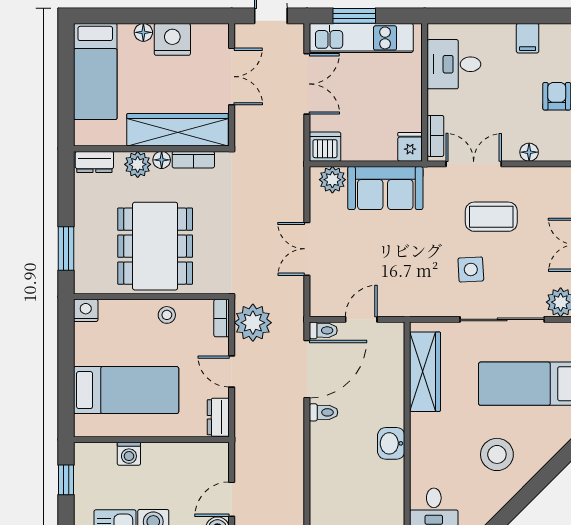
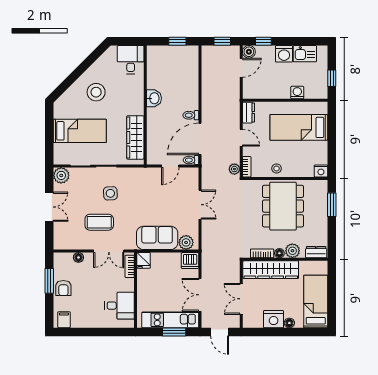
filing cabinet: (528, 38) -> (64, 320), moved
plant: (253, 323) -> (234, 169), width x0.53, depth x0.53

